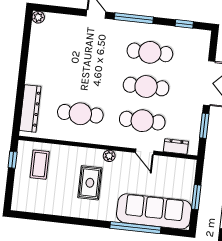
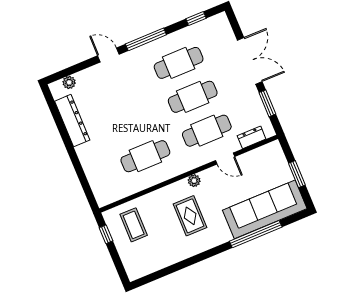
plant: (38, 17) -> (69, 82), moved
dresser: (30, 108) -> (72, 121), moved

